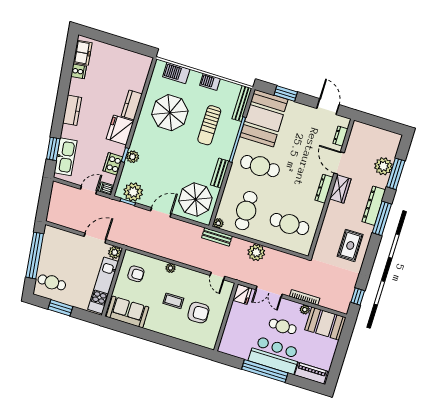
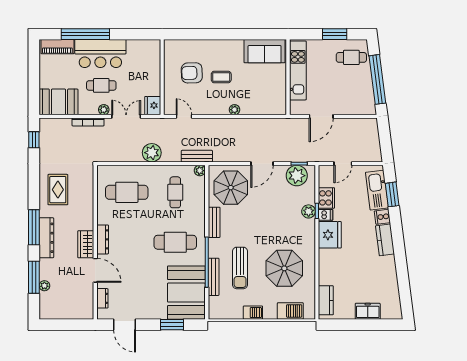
freezer: (83, 53) -> (368, 311), moved, turned 97
cooker: (79, 71) -> (382, 217), moved
bench: (242, 103) -> (214, 277), moved
kitchen counter: (132, 105) -> (326, 300), moved
sun lounger: (209, 125) -> (240, 268), turned 180
plant: (383, 166) -> (44, 286), width x0.53, depth x0.53
dishwasher: (106, 188) -> (326, 215), moved
cafe table: (246, 211) -> (175, 192), width x0.73, depth x0.74
plant: (115, 252) -> (296, 108), removed
armchair: (136, 274) -> (268, 93), removed
plant: (305, 310) -> (104, 110), moved
window: (265, 371) -> (85, 34), moved

